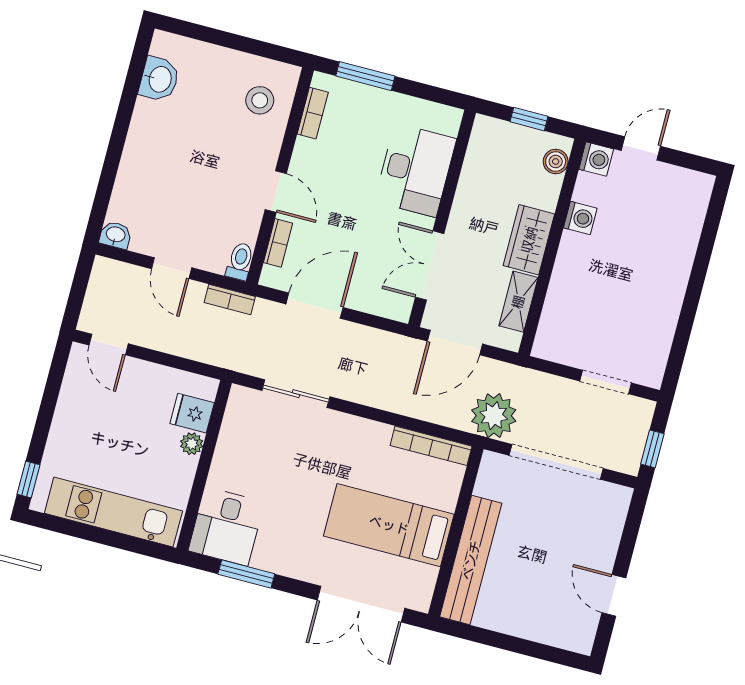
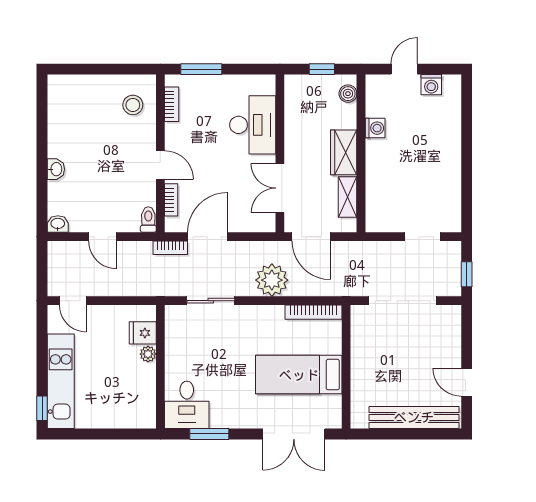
washbasin: (159, 79) -> (56, 169), moved, width x0.72, depth x0.69
washing machine: (596, 159) -> (431, 85), moved, turned 90
bookcase: (230, 300) -> (170, 248), moved
door: (455, 342) -> (311, 237), hinge flipped
plant: (494, 416) -> (272, 280), moved
kitchen unit: (113, 512) -> (61, 381), moved, turned 90
bench: (471, 560) -> (414, 417), moved, turned 90

